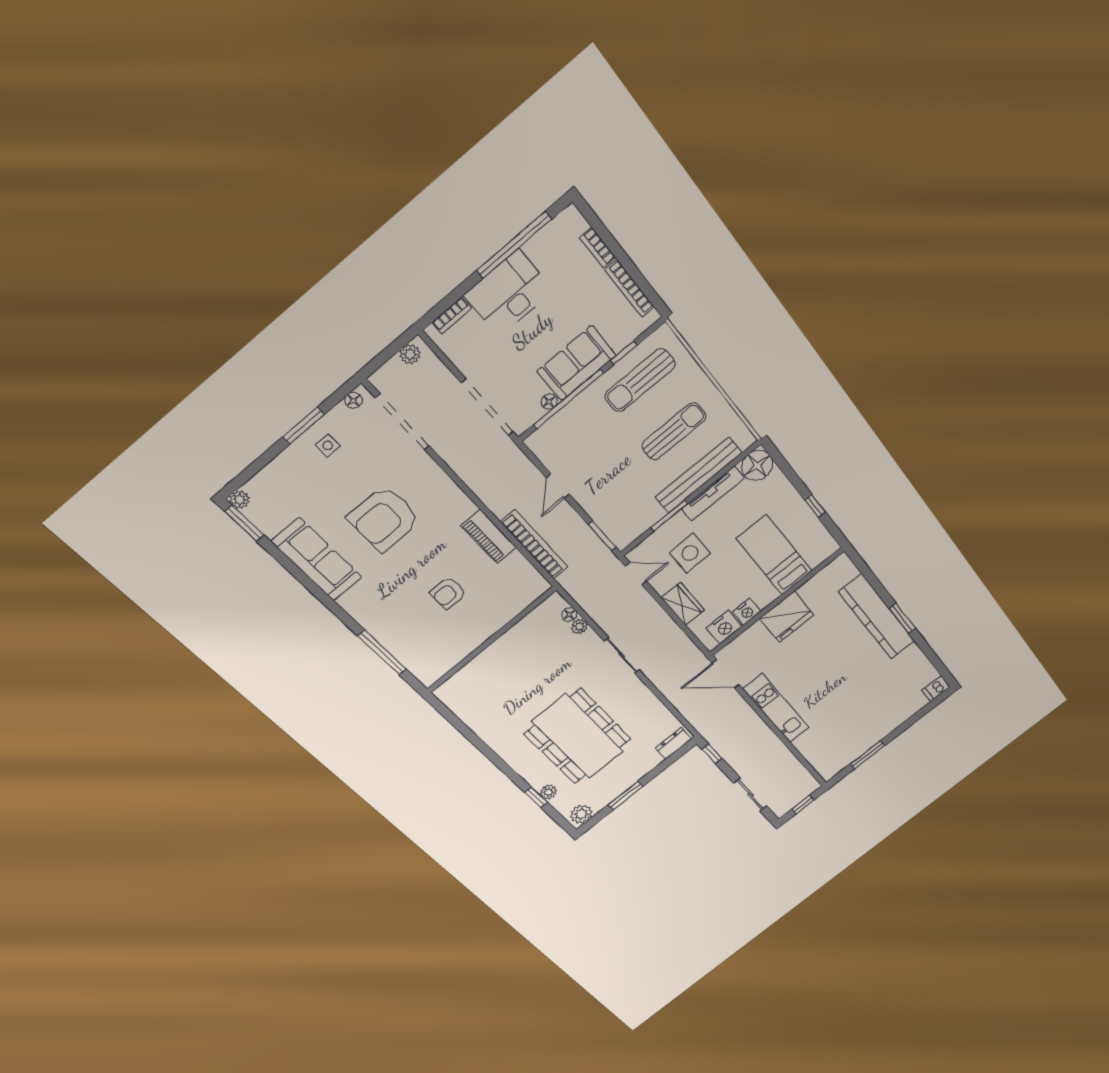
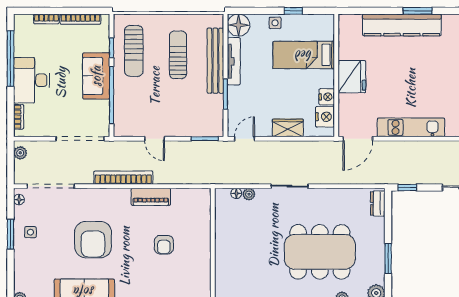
floor lamp: (549, 402) -> (104, 106), removed
bookcase: (534, 544) -> (123, 178), moved
side table: (690, 553) -> (275, 23), moved, width x0.54, depth x0.54

